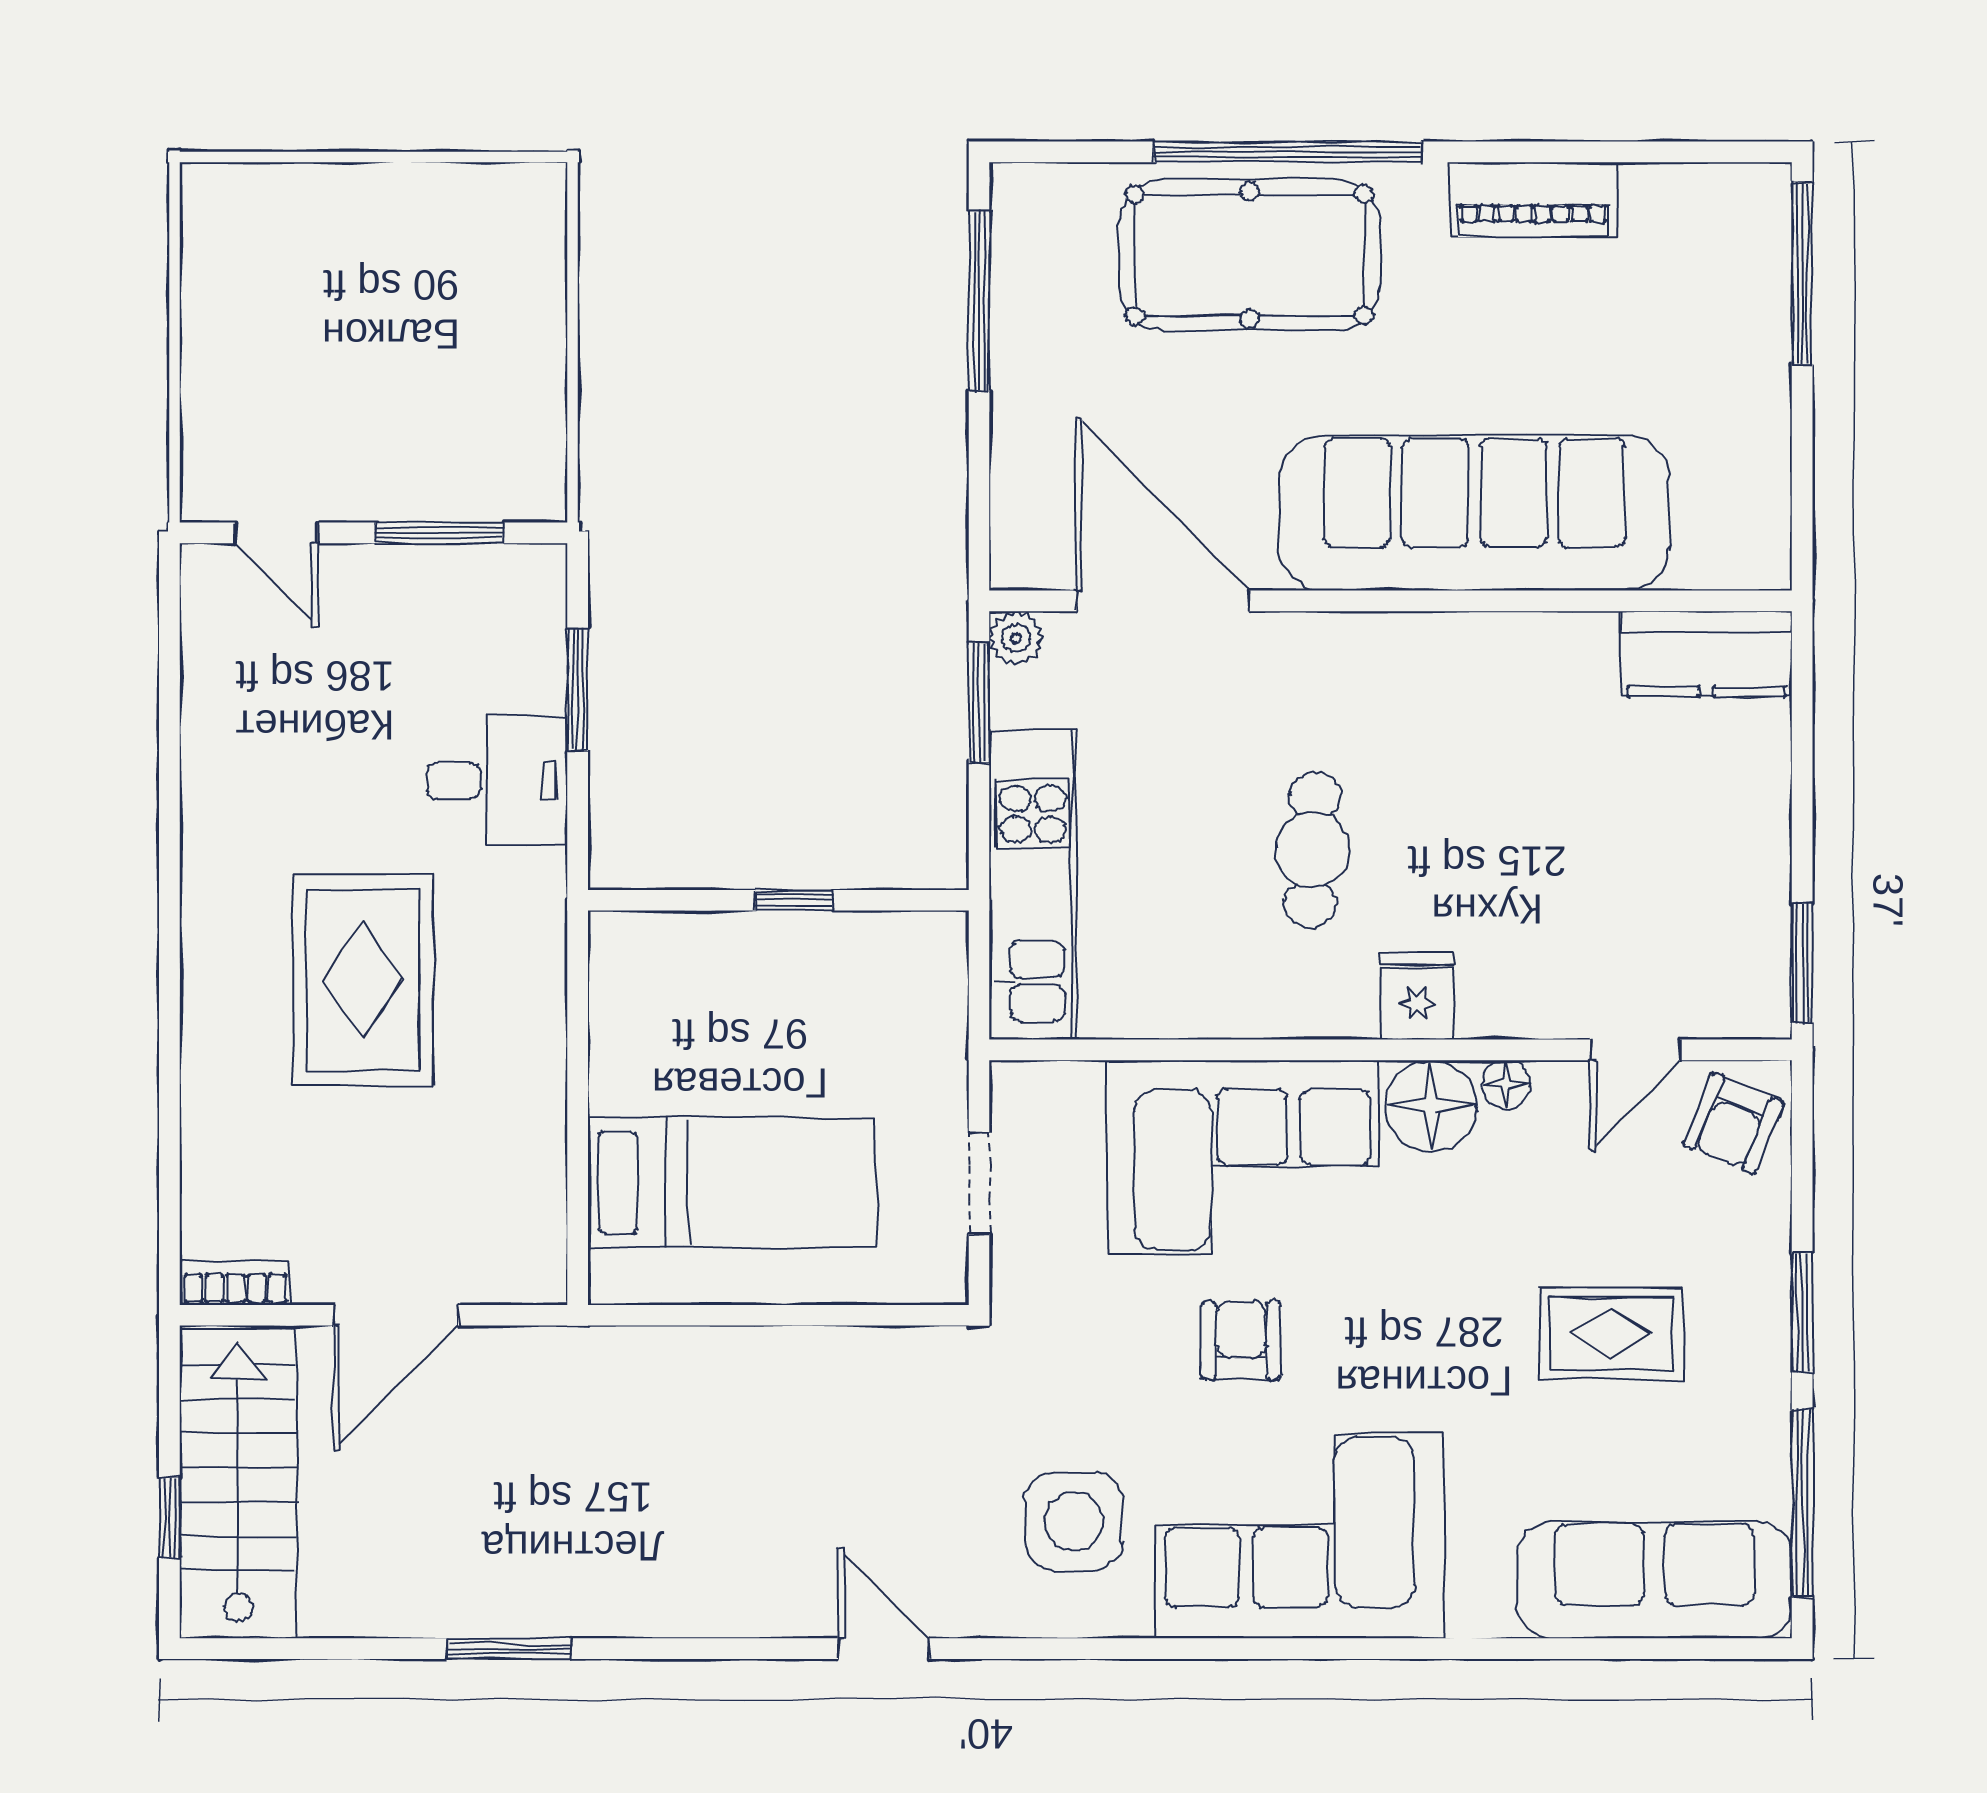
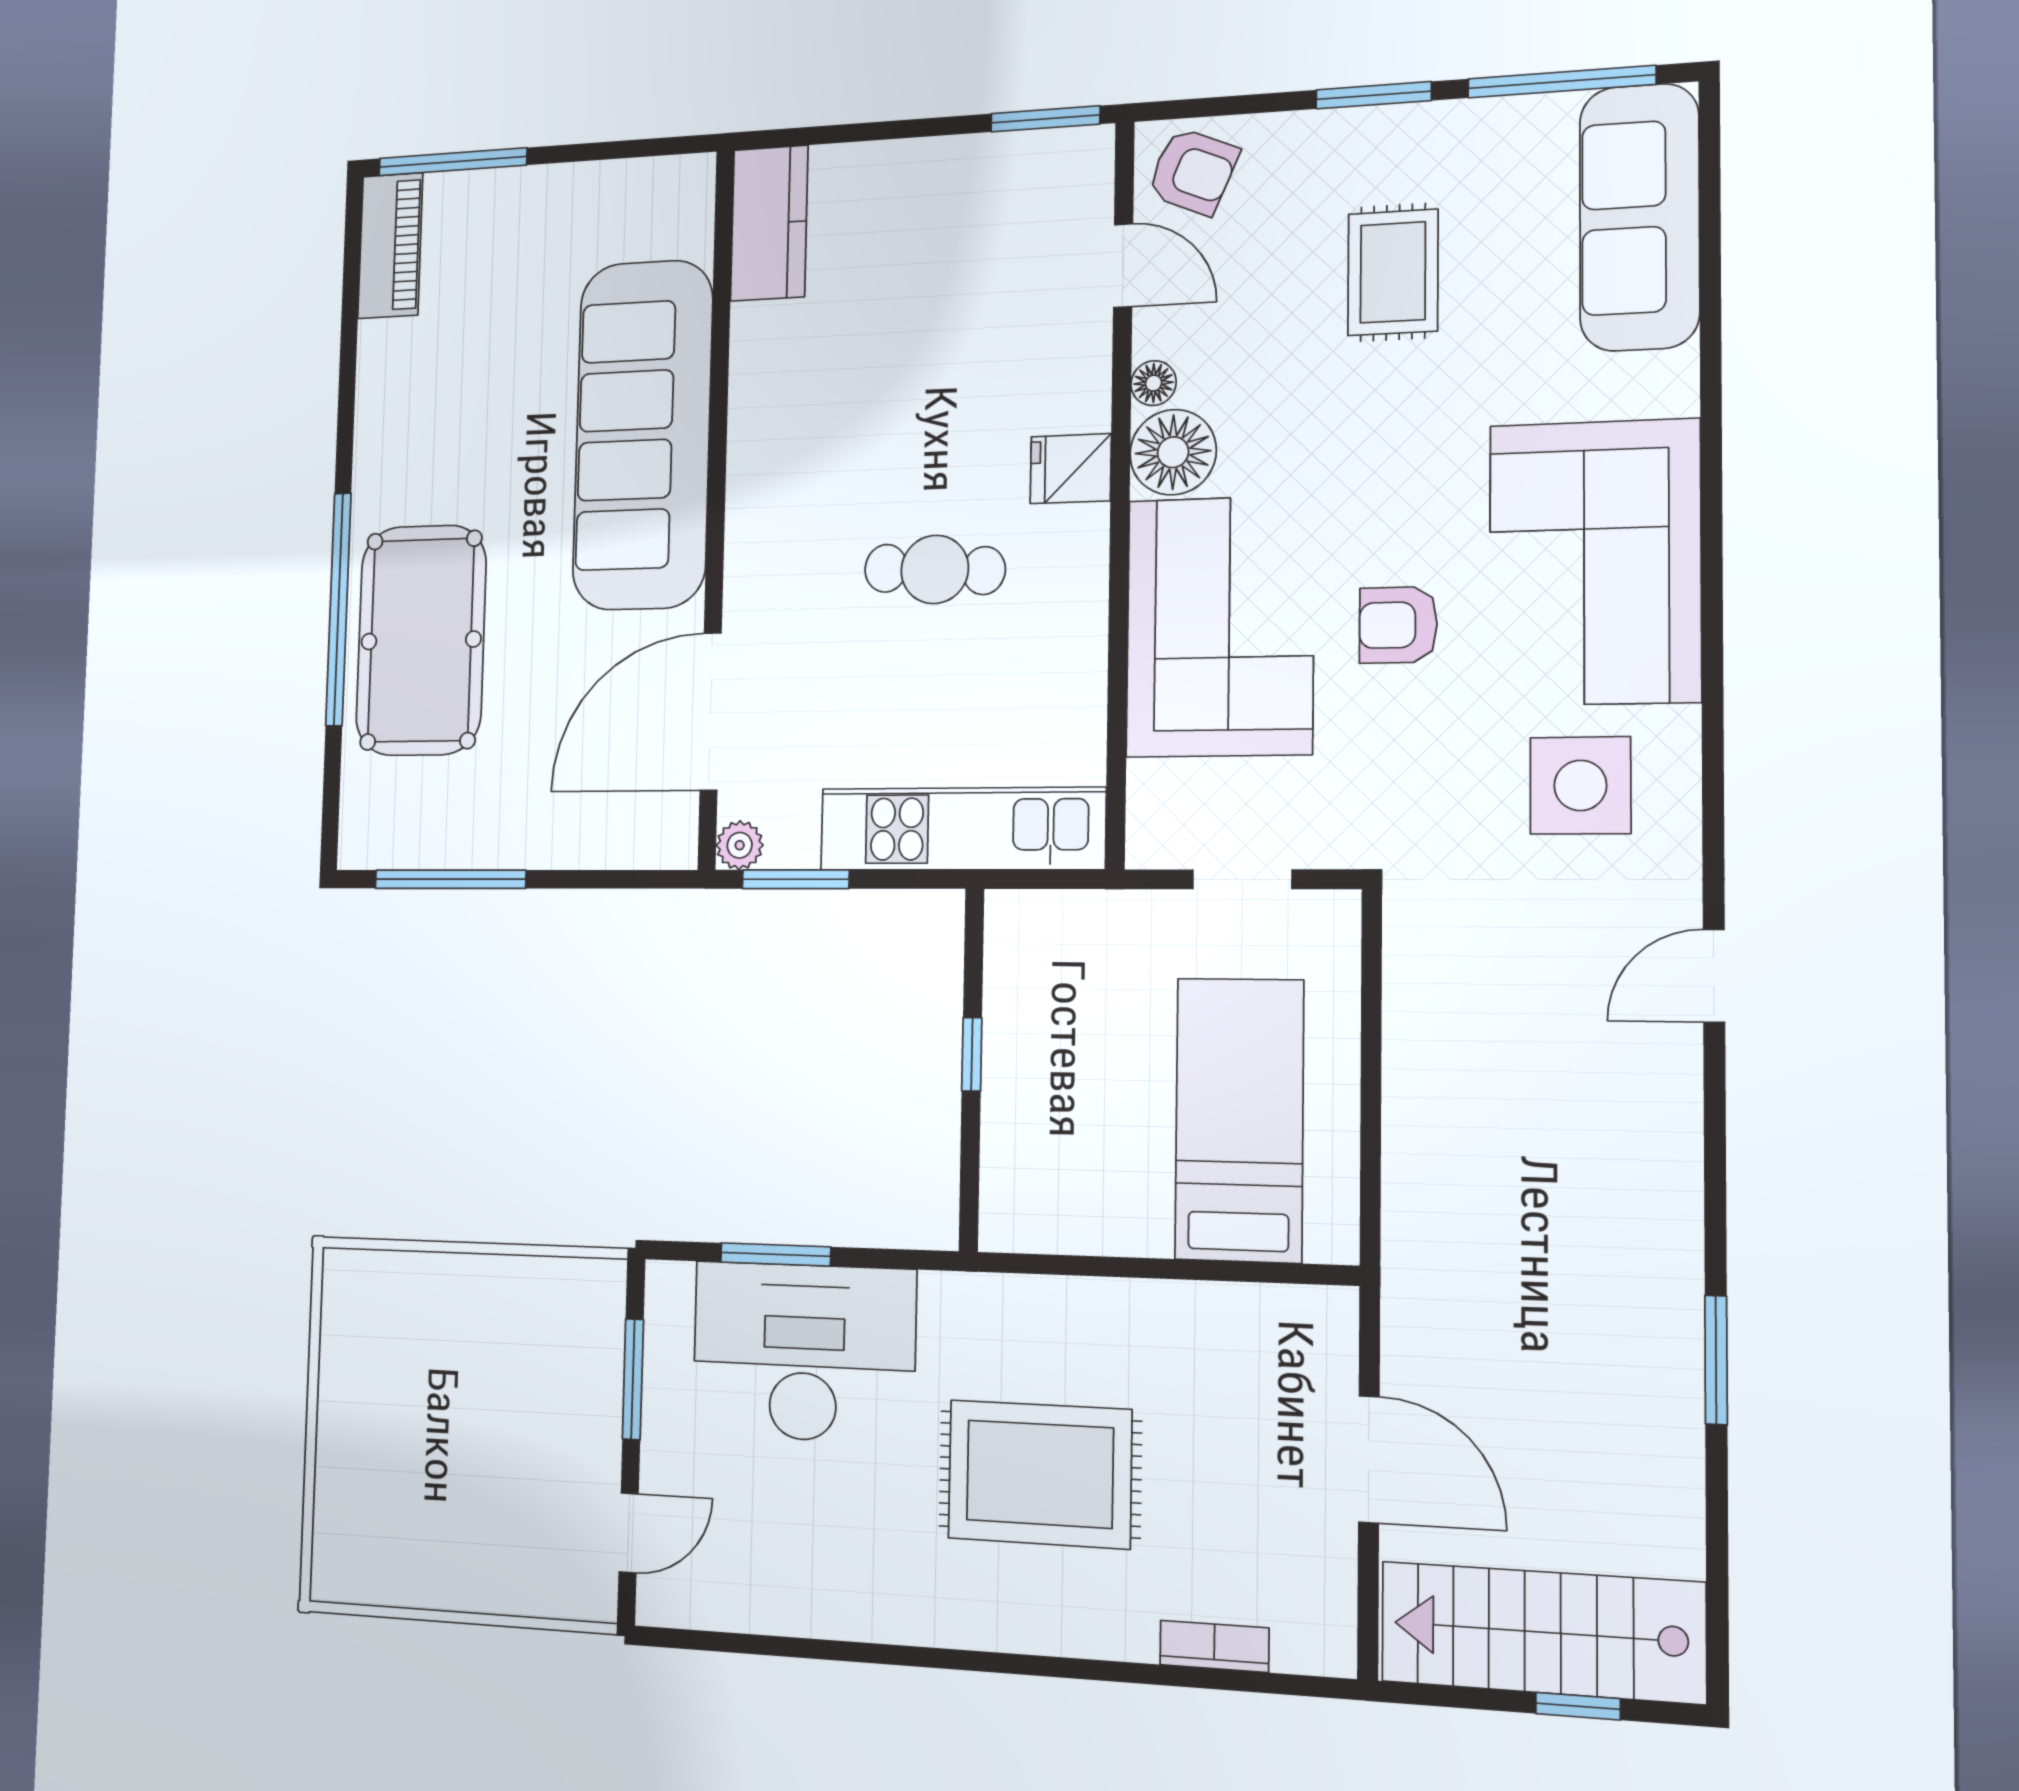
piano: (1533, 199) -> (390, 246), moved
desk: (497, 780) -> (804, 1352), width x1.87, depth x1.30
bookcase: (235, 1283) -> (1214, 1646), moved, turned 90

